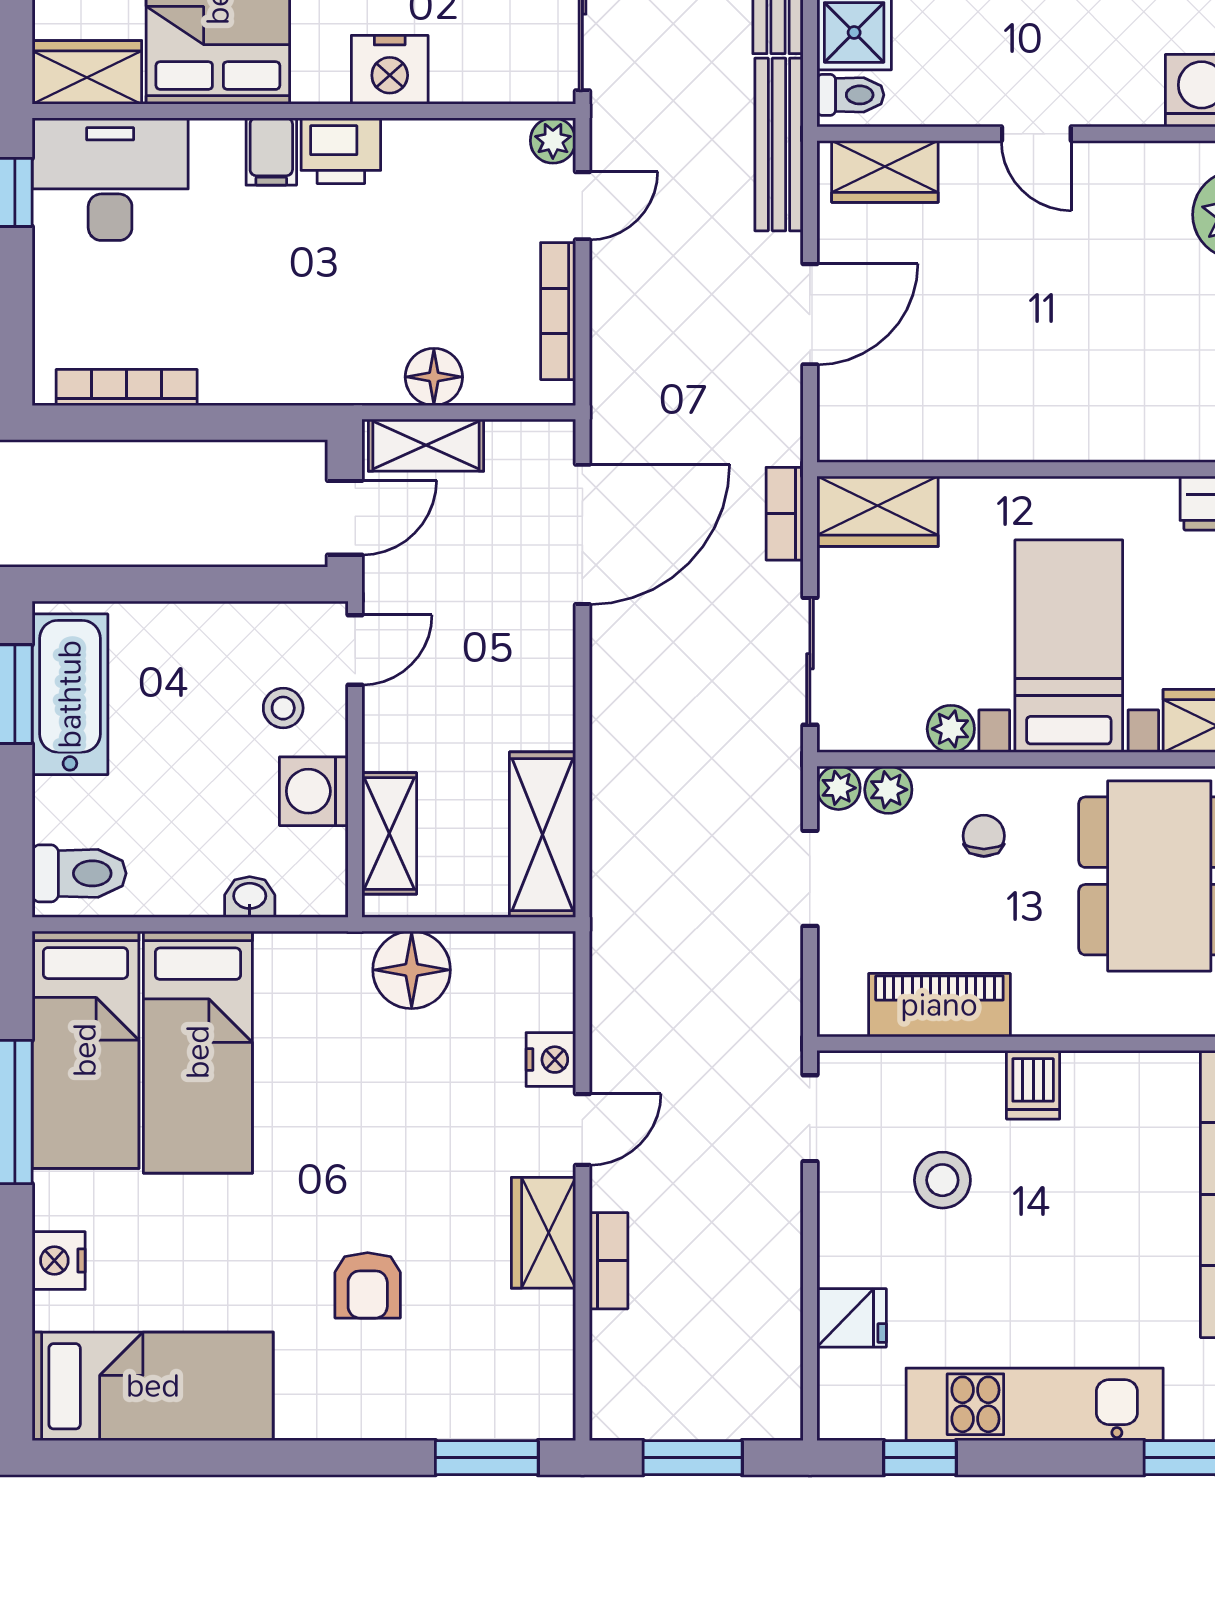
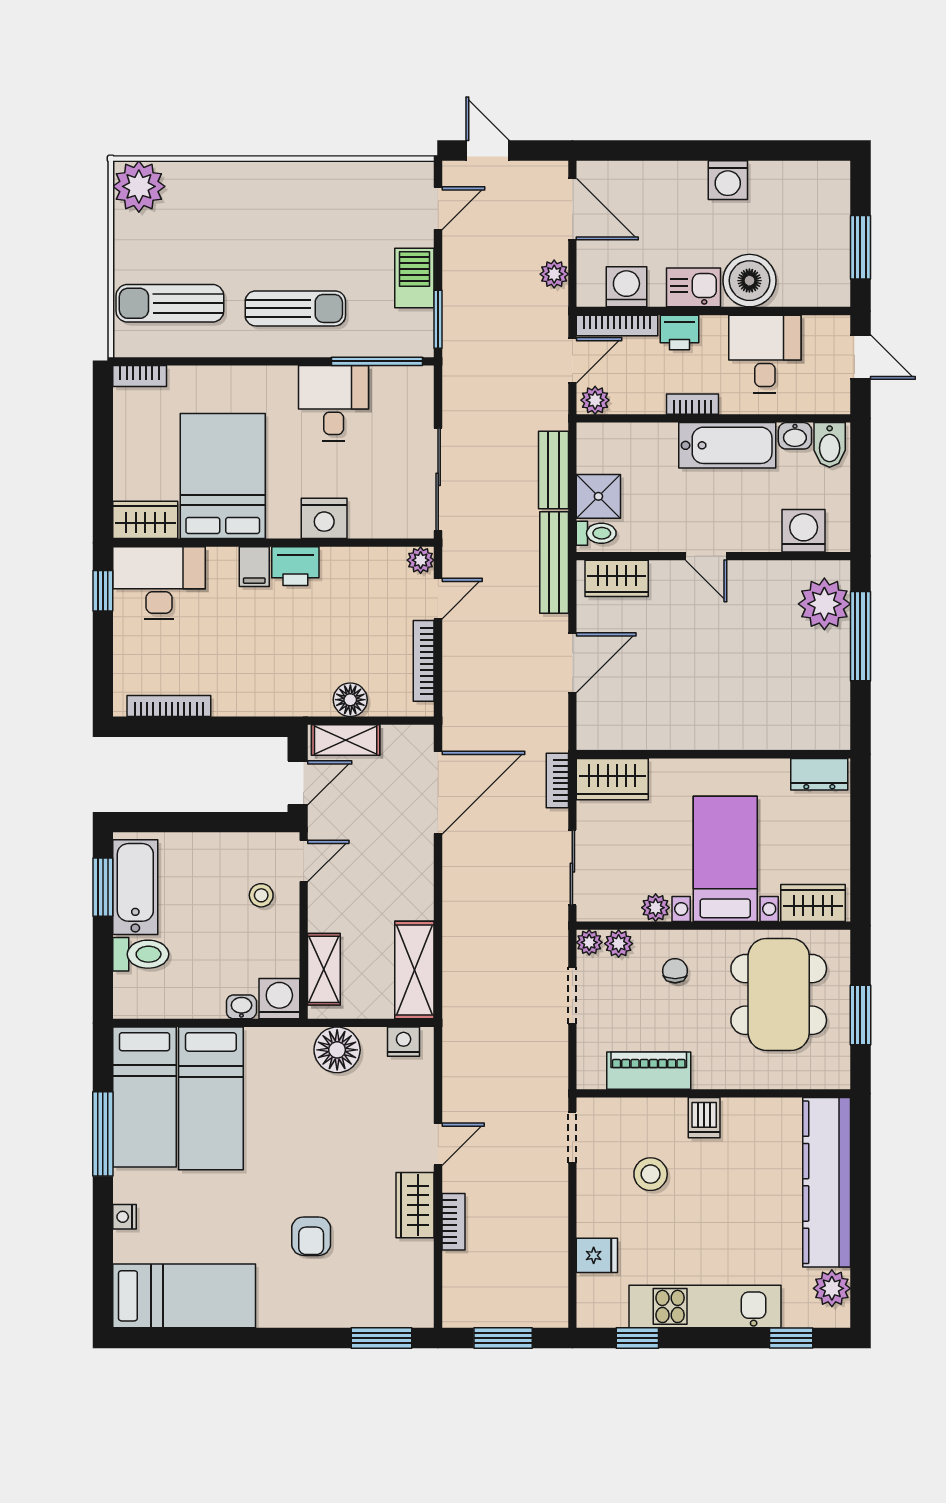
washing machine: (314, 791) -> (279, 999), moved, turned 90
toilet: (79, 873) -> (141, 954), moved
nightstand: (551, 1060) -> (404, 1042), moved, turned -90
nightstand: (59, 1261) -> (125, 1217), width x0.72, depth x0.74

